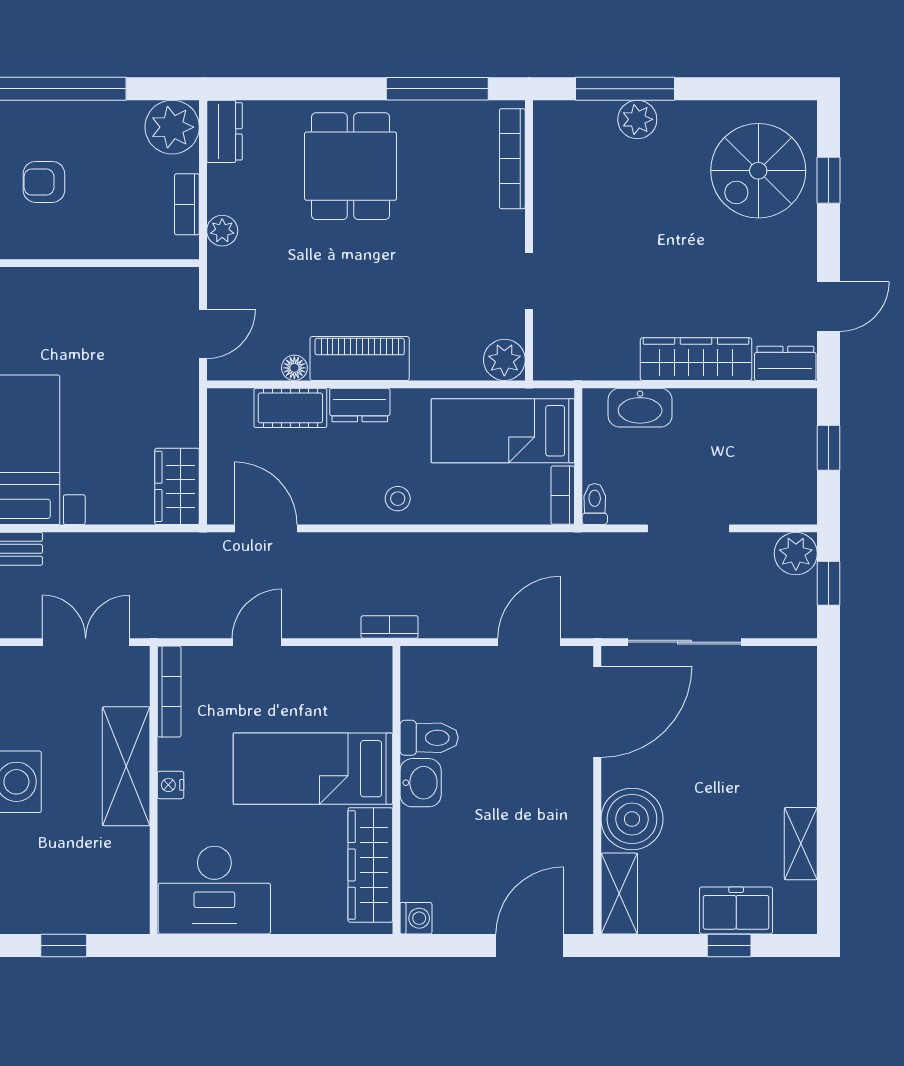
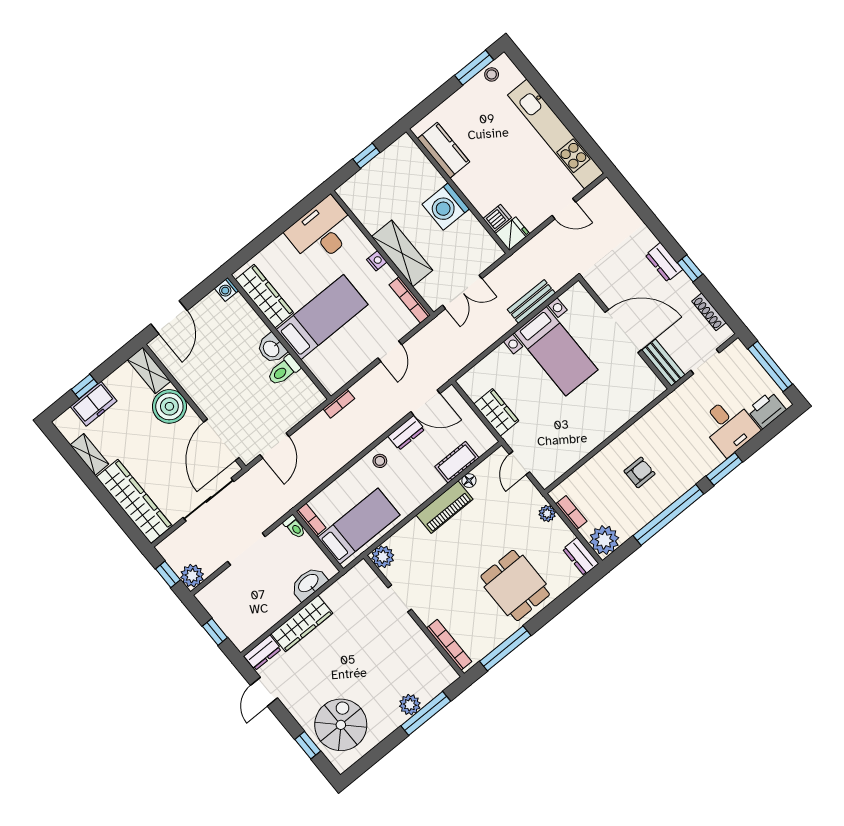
dresser: (360, 405) -> (406, 433), moved, turned 180
wardrobe: (177, 486) -> (496, 412), moved
wardrobe: (792, 726) -> (134, 501), added

